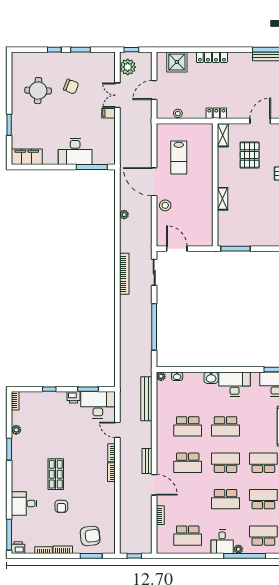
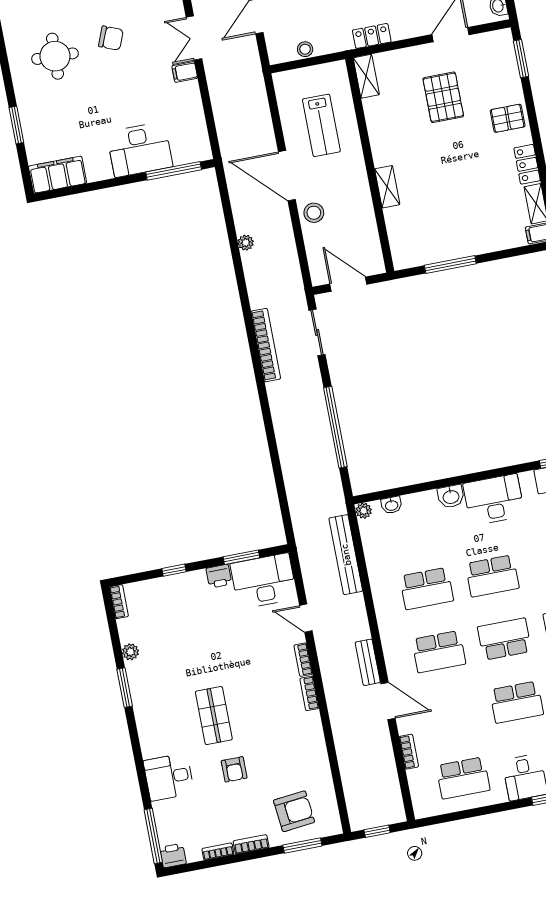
shelving: (223, 135) -> (366, 76), moved
wall: (215, 185) -> (370, 165), moved
shelving: (223, 199) -> (387, 187), moved

